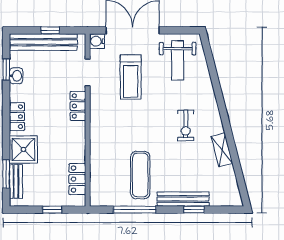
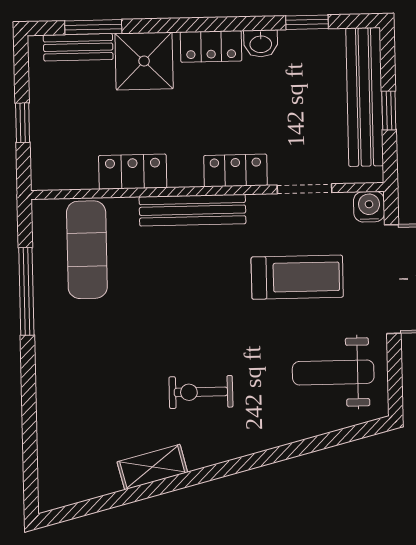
washbasin: (16, 76) -> (261, 43), moved
treadmill: (131, 77) -> (297, 277), turned 180
exercise mat: (140, 175) -> (87, 250), moved, turned 90
locker: (77, 179) -> (133, 172), moved
bench: (183, 199) -> (192, 210), moved, turned 90
window: (194, 210) -> (29, 413), removed

